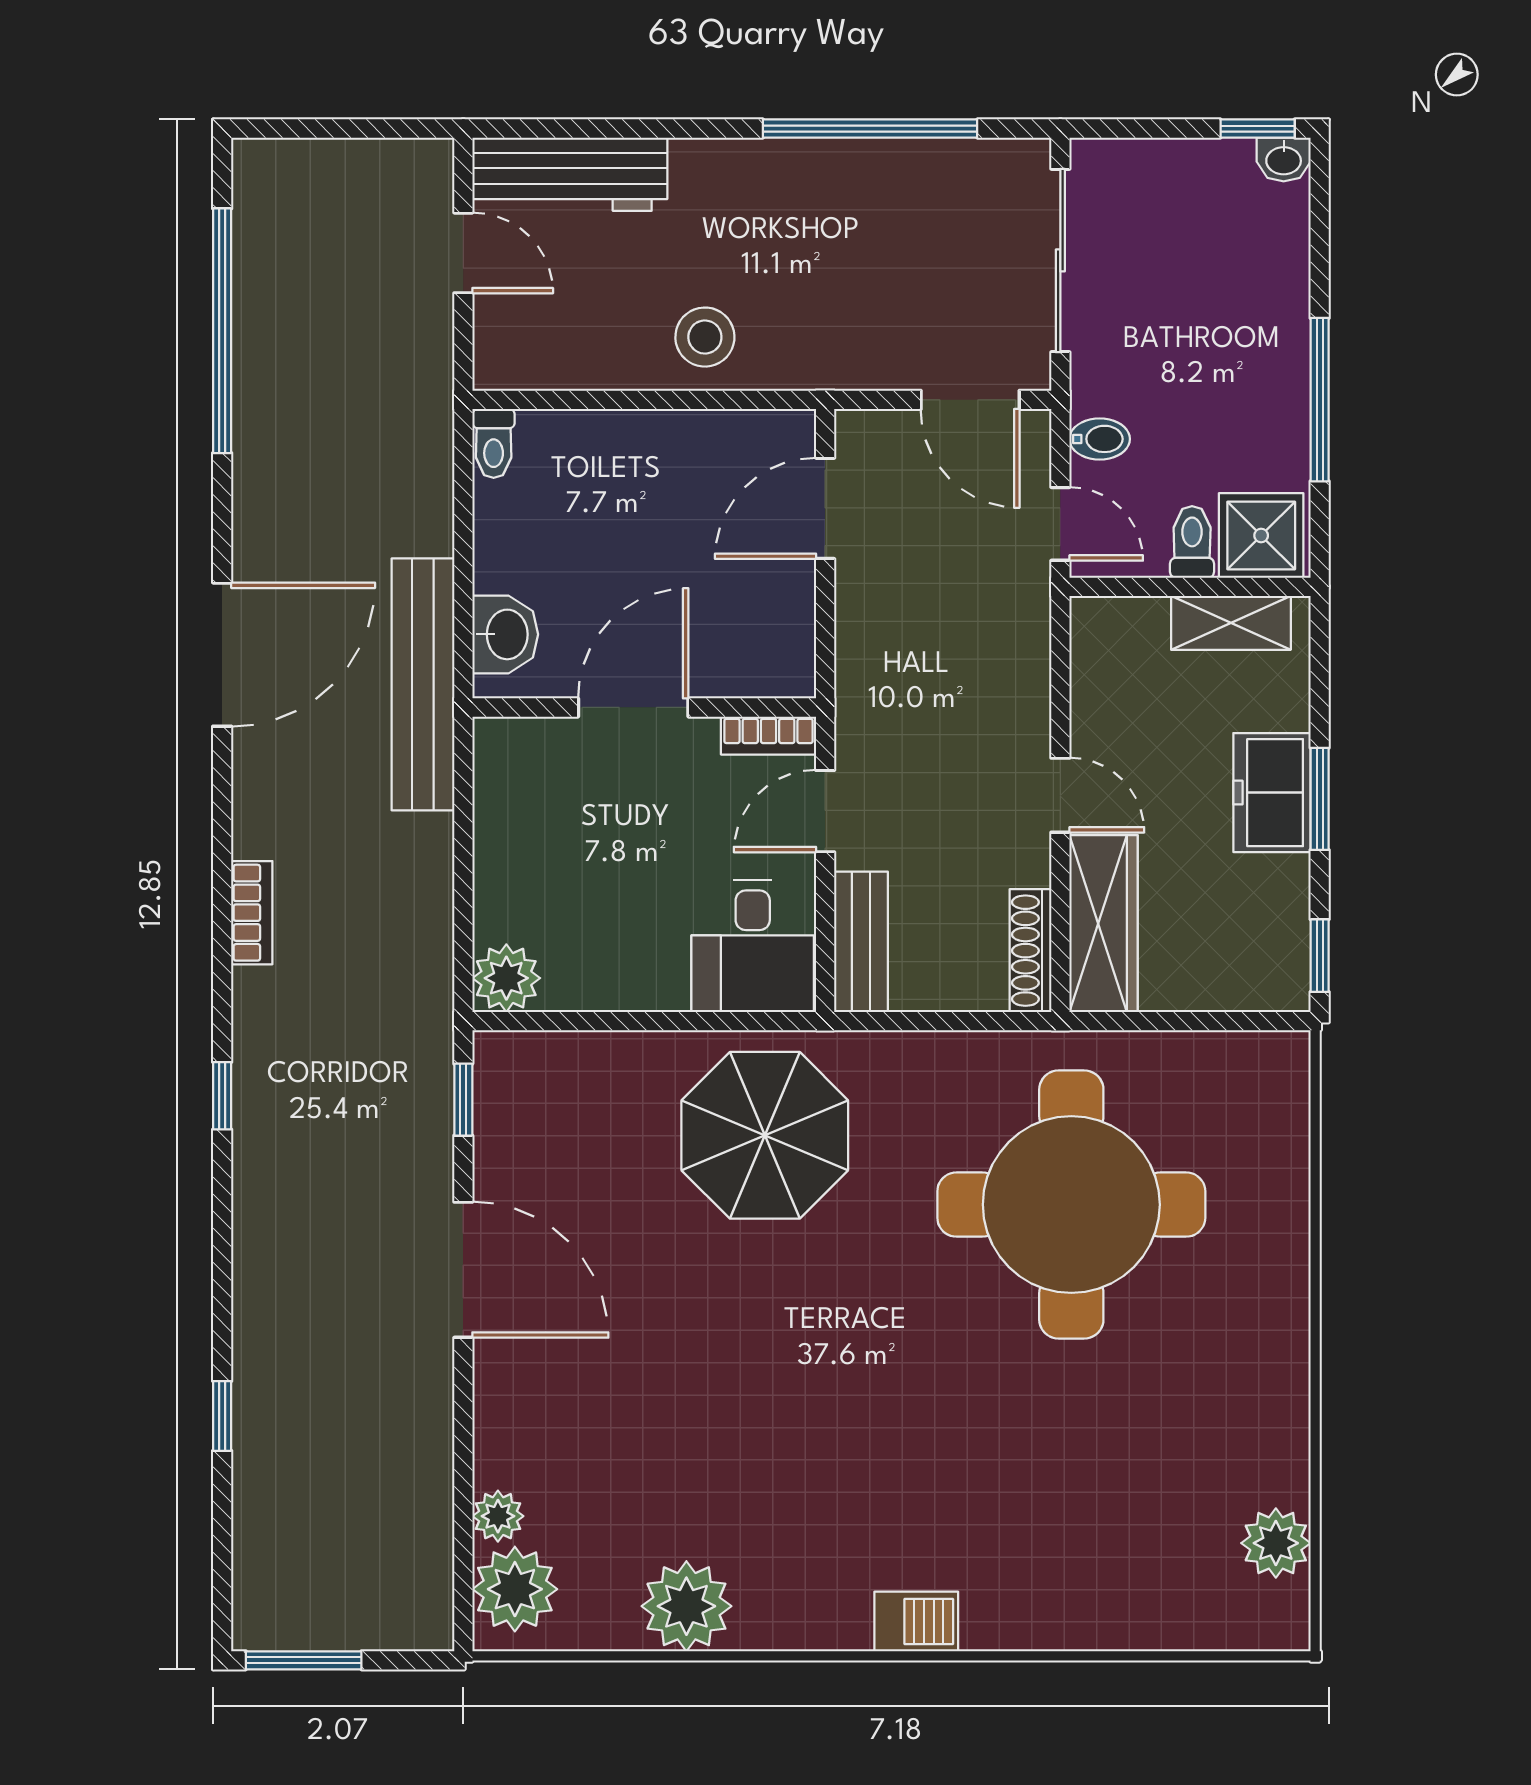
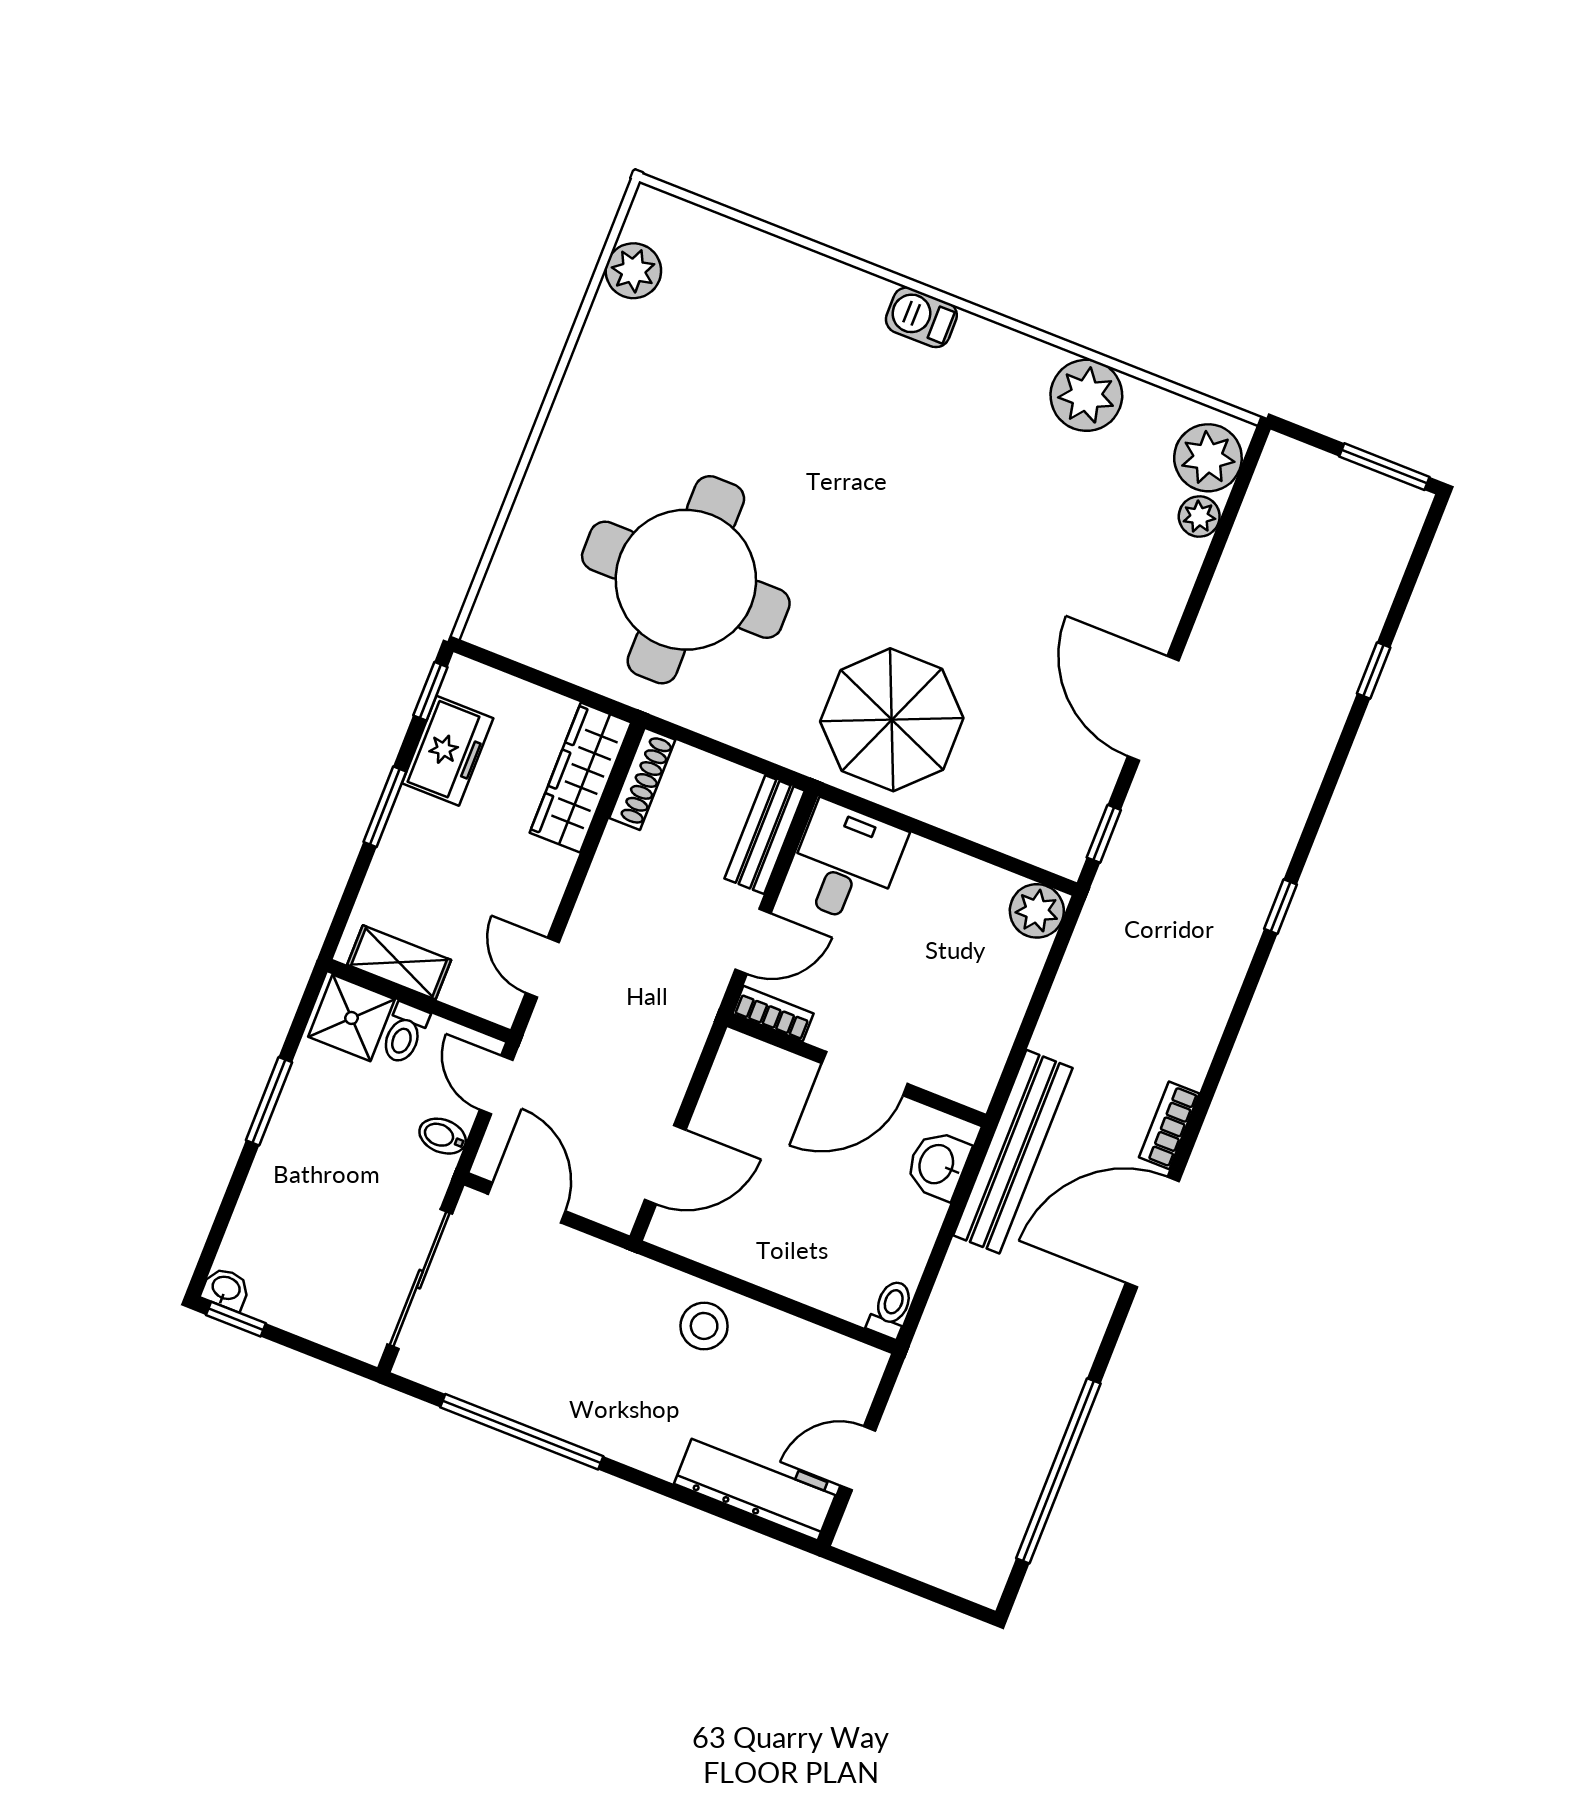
door: (463, 253) -> (858, 1458), hinge flipped
window: (1320, 400) -> (269, 1101), width x0.69
freezer: (1272, 793) -> (448, 751), moved
door: (1060, 795) -> (542, 968), moved
bookcase: (252, 913) -> (1169, 1125), moved

